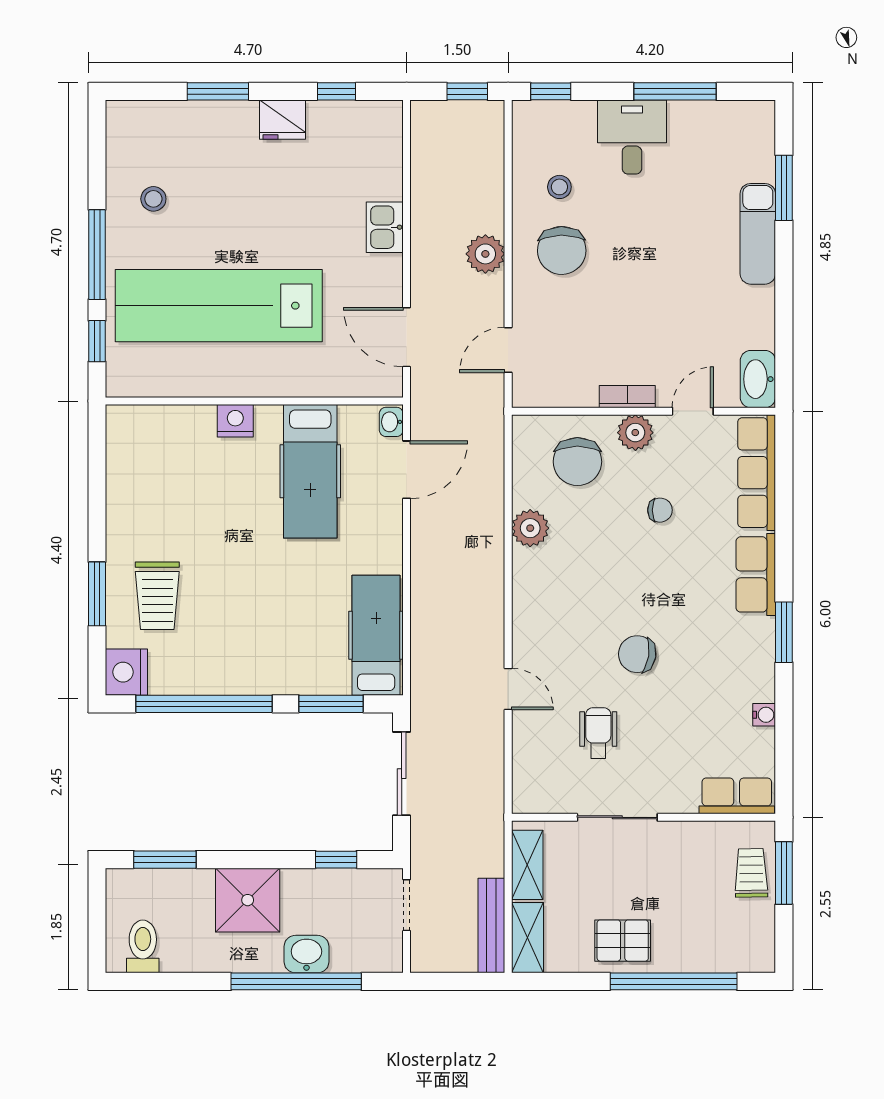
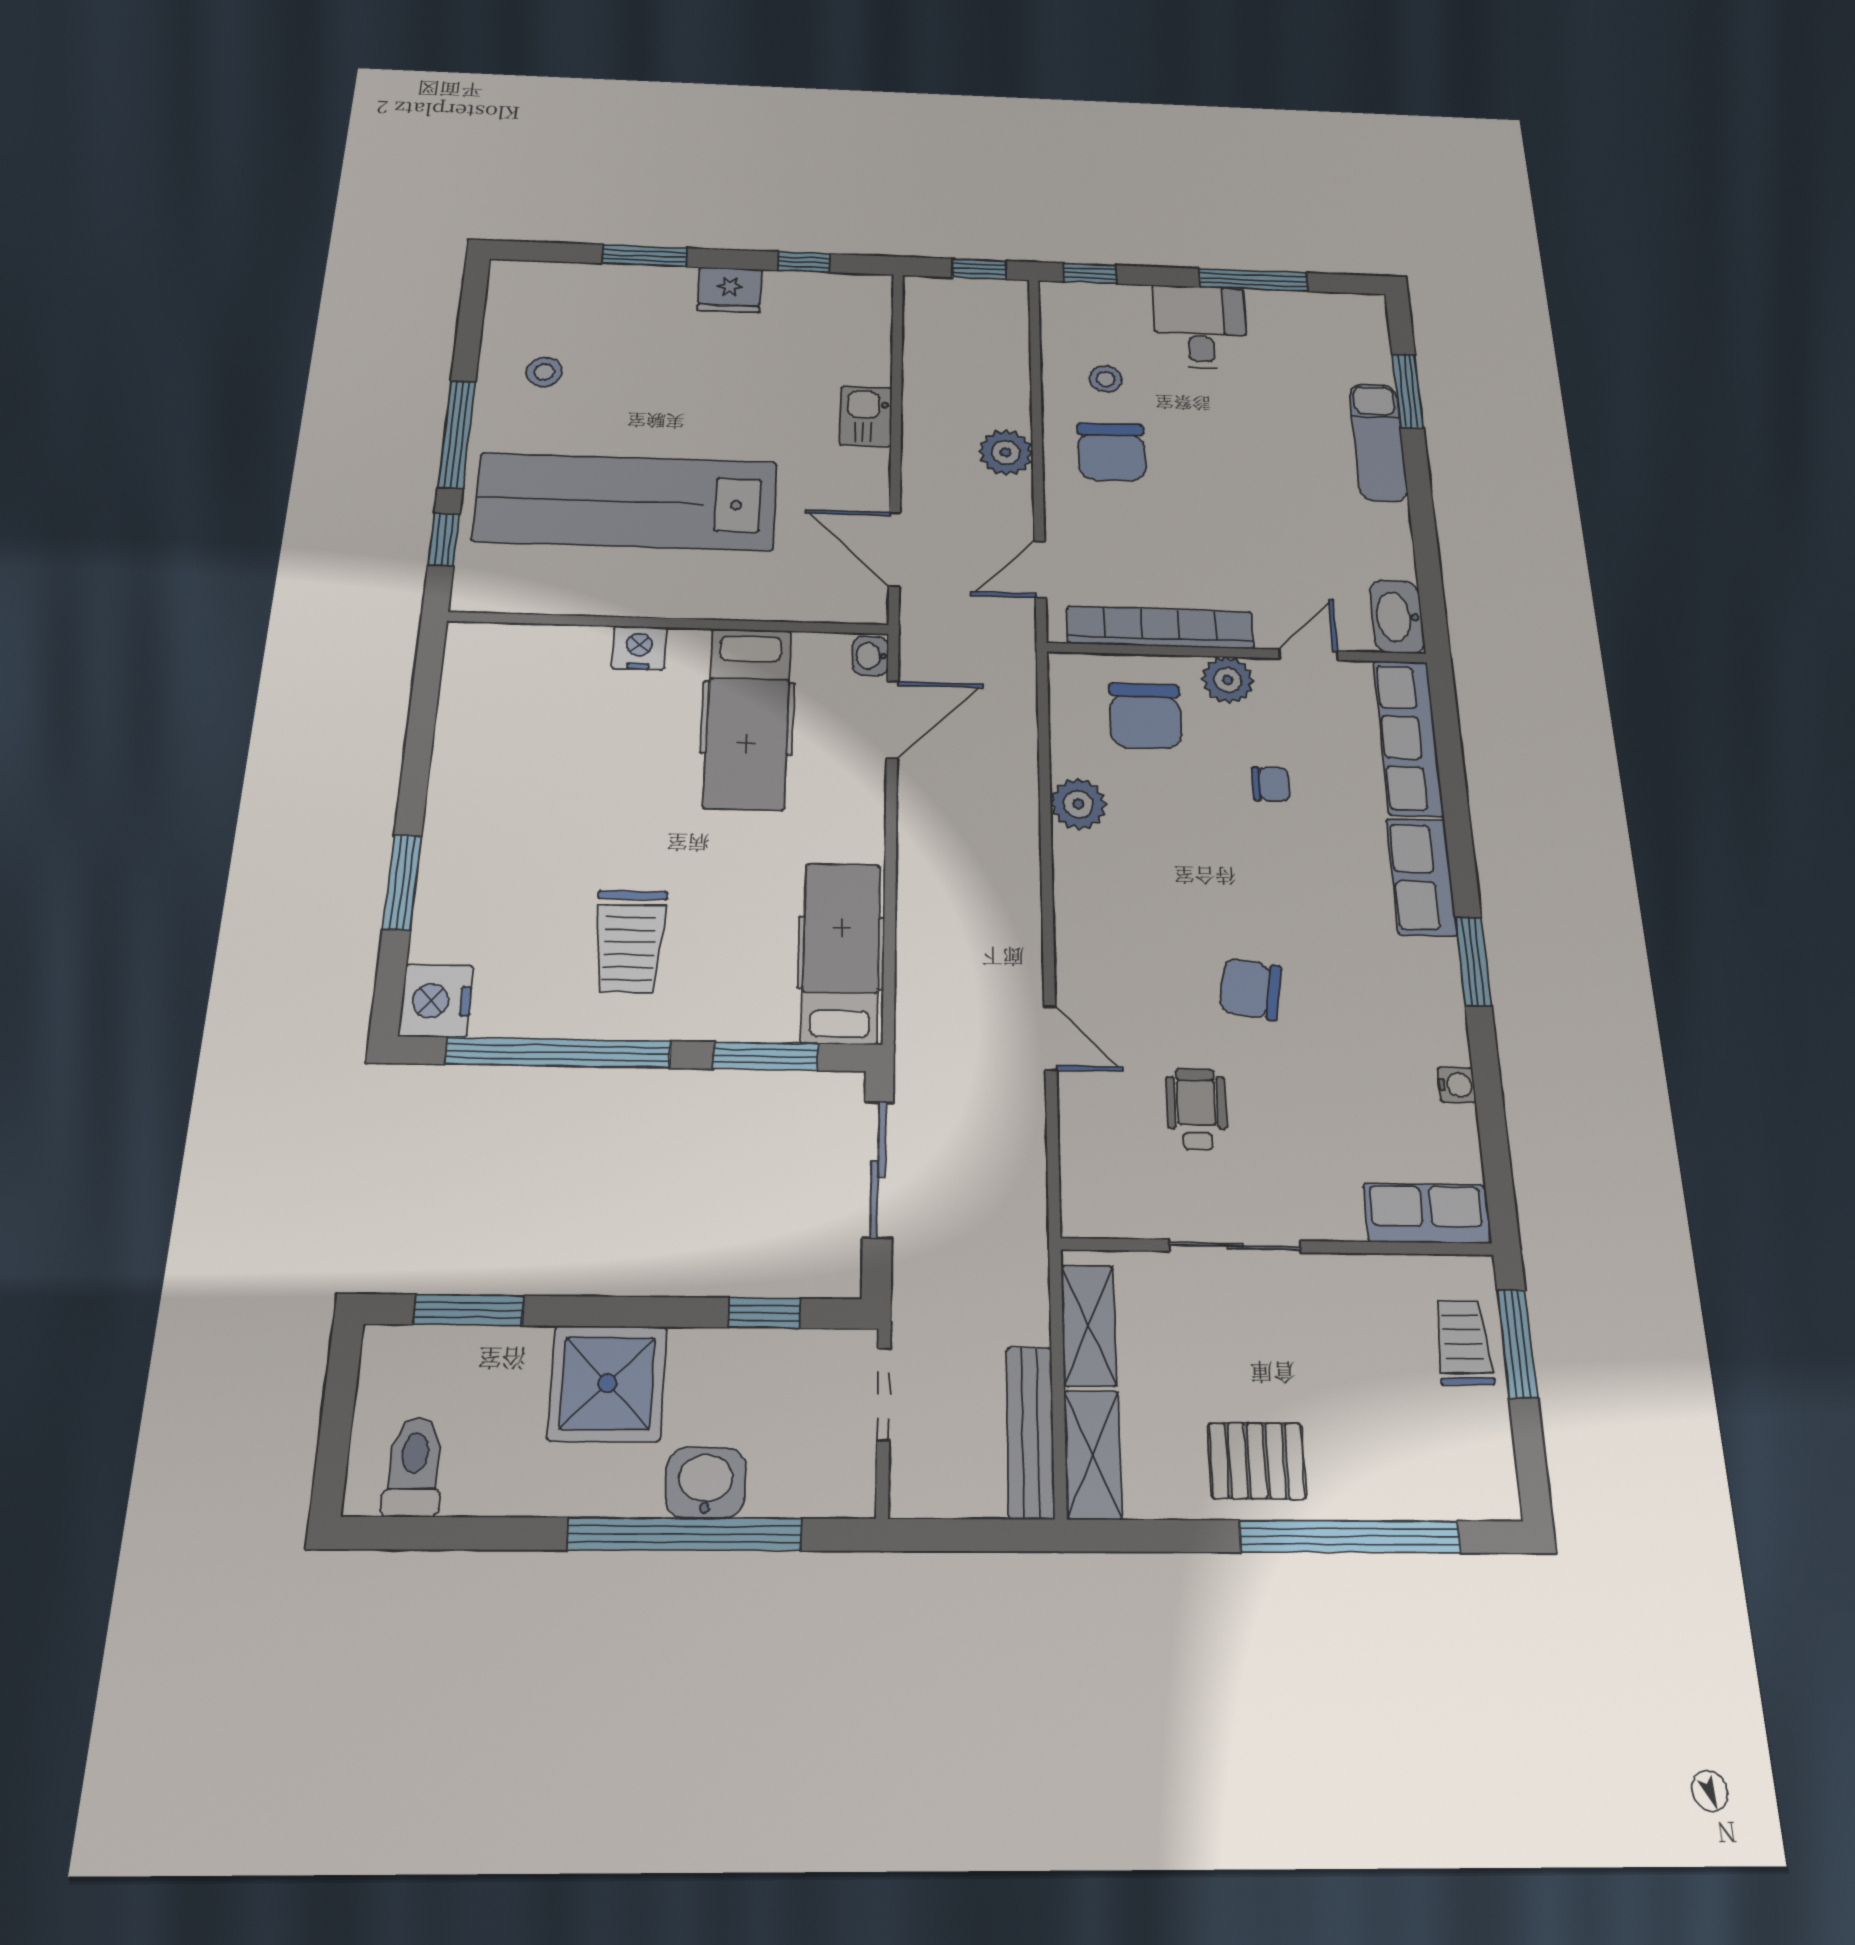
bookcase: (627, 397) -> (1160, 627), width x2.31, depth x1.31
trolley: (157, 596) -> (630, 941), moved

